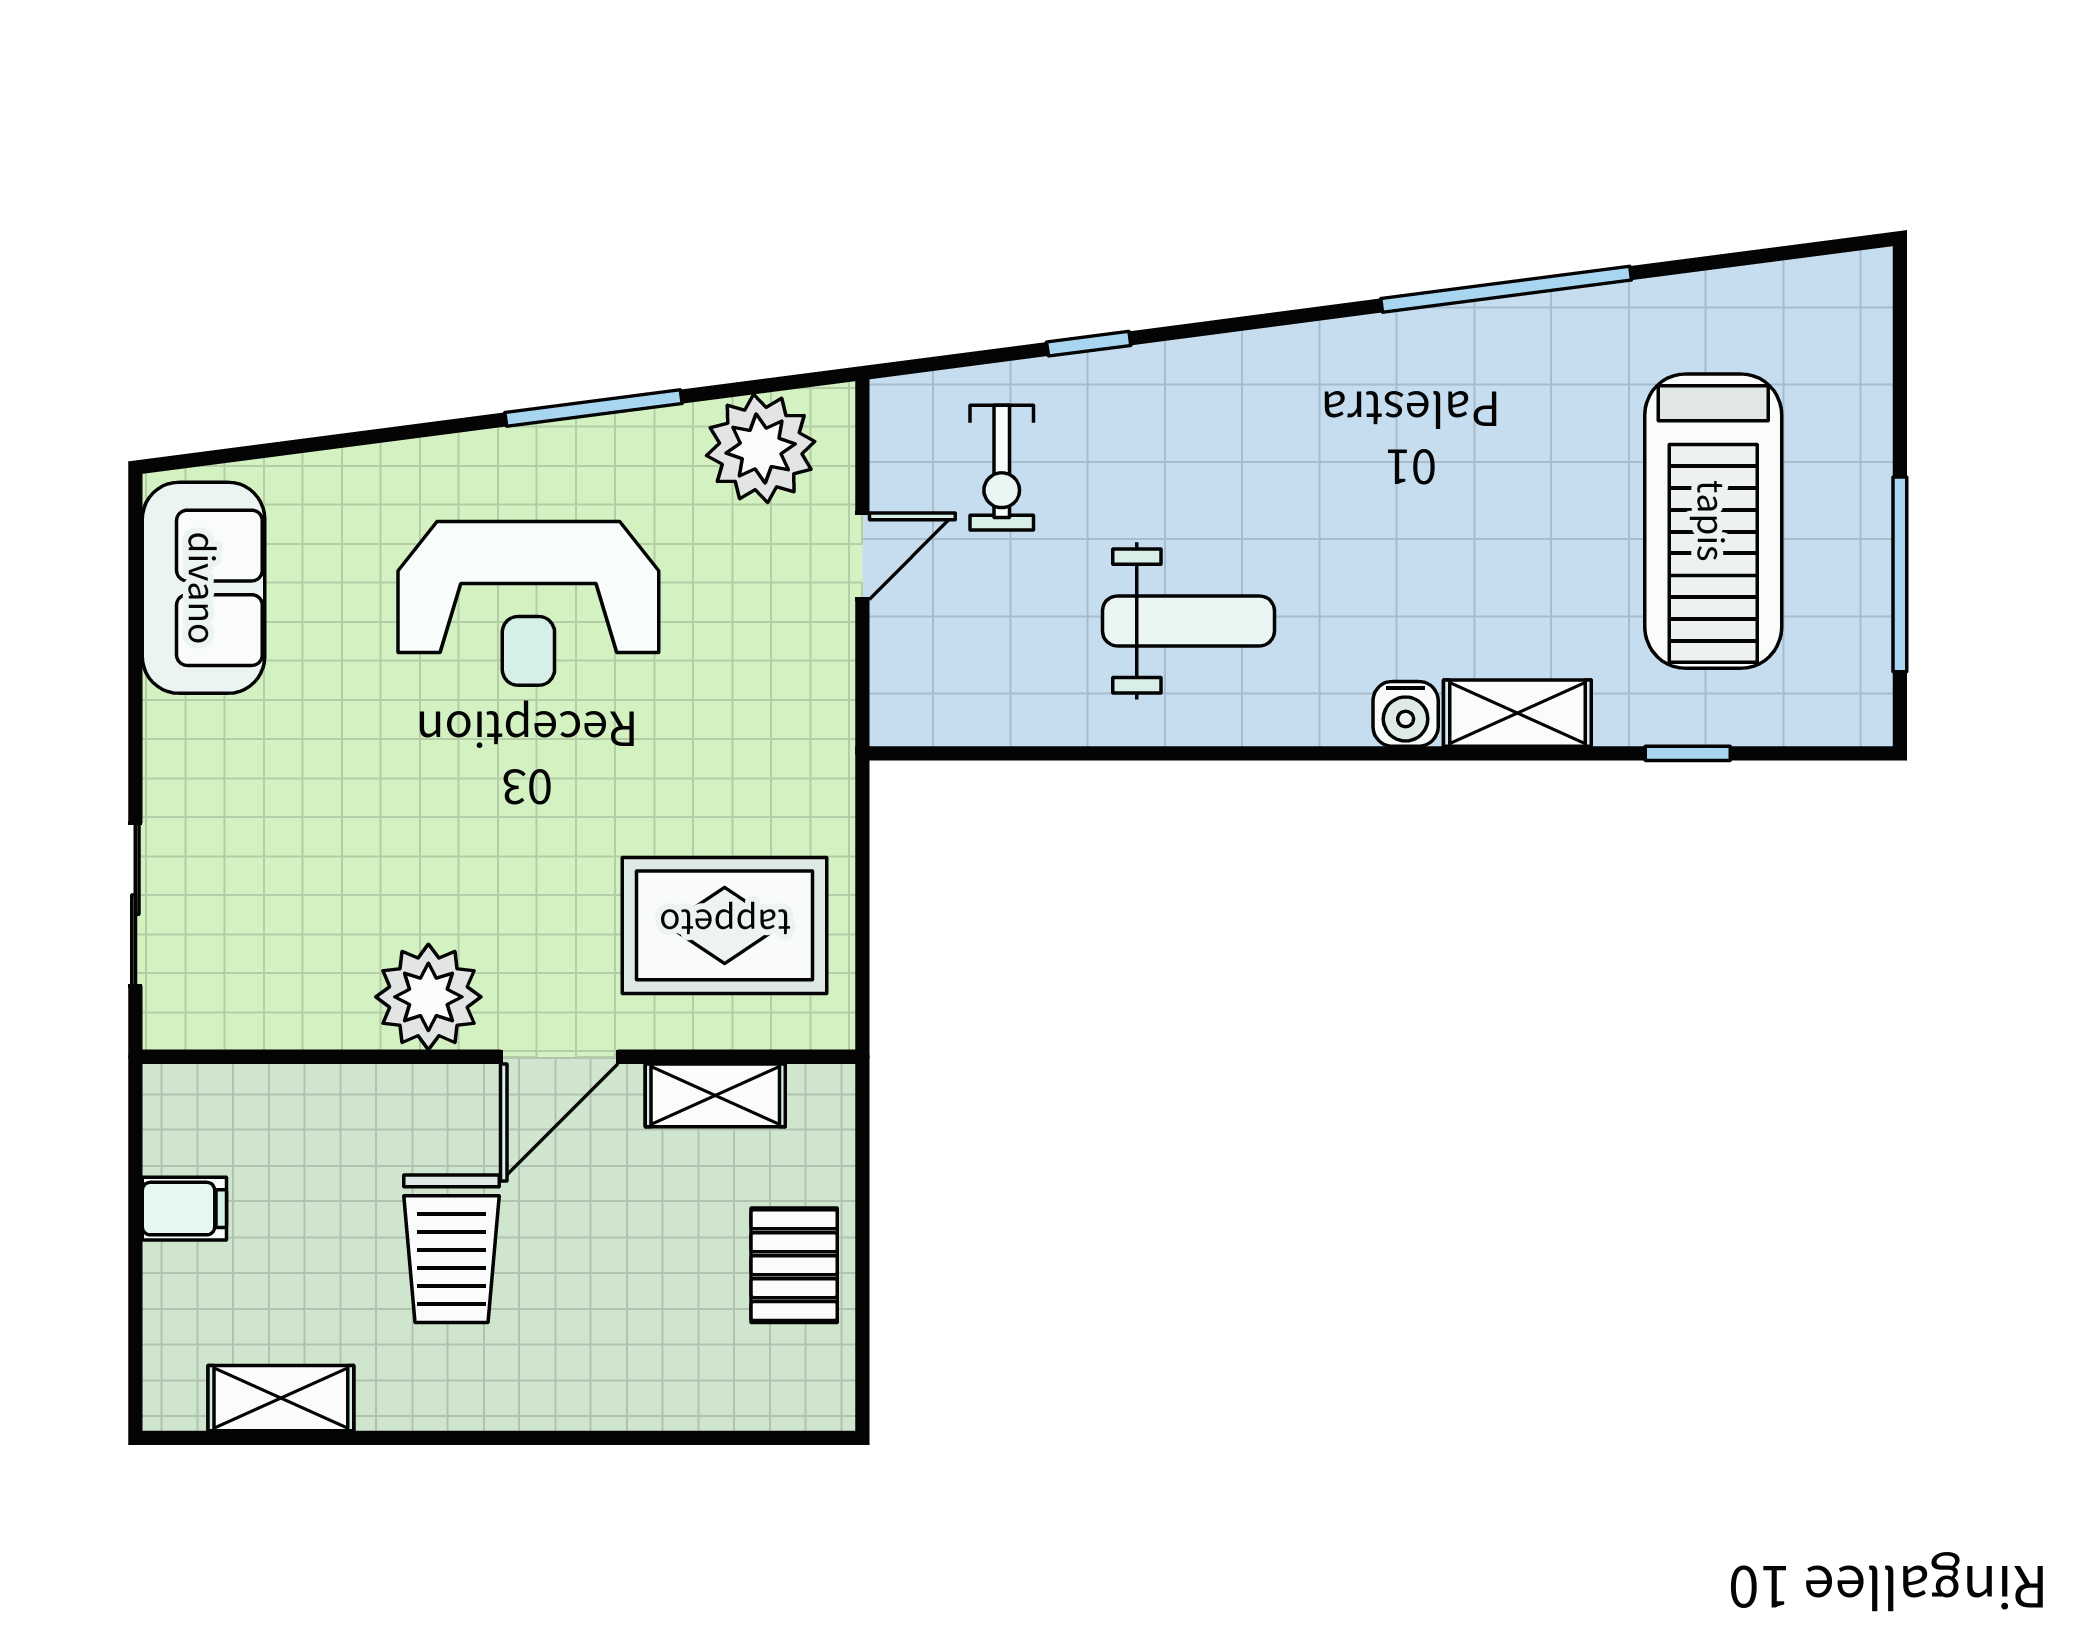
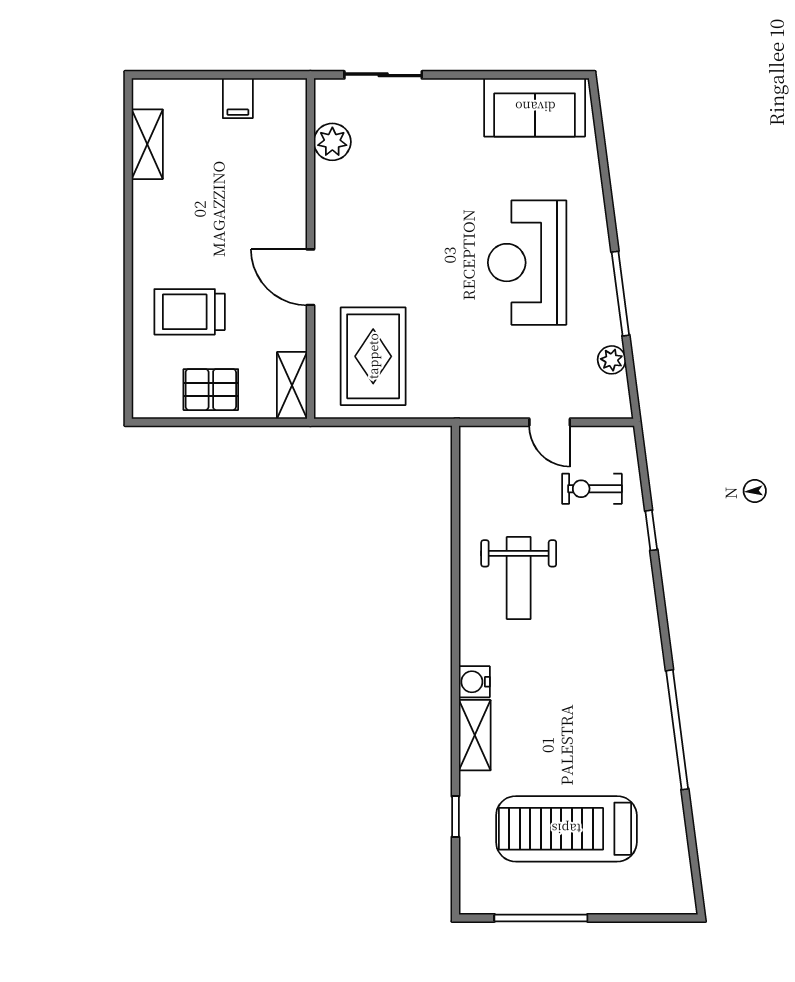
plant: (761, 448) -> (612, 360), width x0.53, depth x0.53
plant: (428, 997) -> (332, 142), moved, width x0.73, depth x0.73
shelving: (715, 1095) -> (292, 385), moved
trolley: (451, 1249) -> (190, 312), moved

